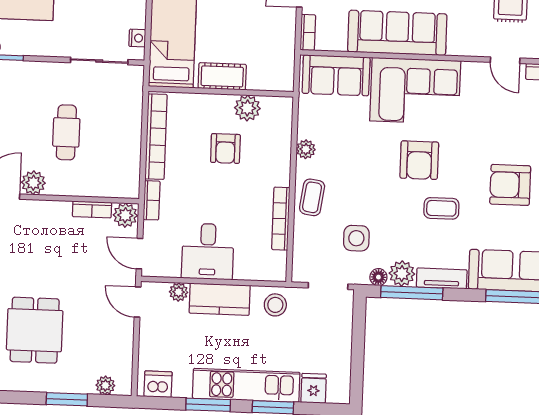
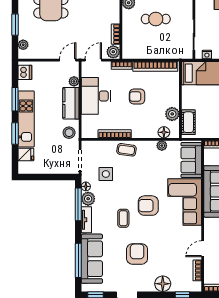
cot: (222, 76) -> (188, 122), moved
floor lamp: (282, 125) -> (164, 132), added
armchair: (225, 148) -> (137, 97), moved
plant: (306, 149) -> (162, 146), moved
desk: (208, 251) -> (96, 96), width x1.37

